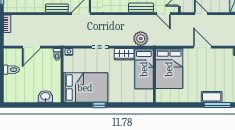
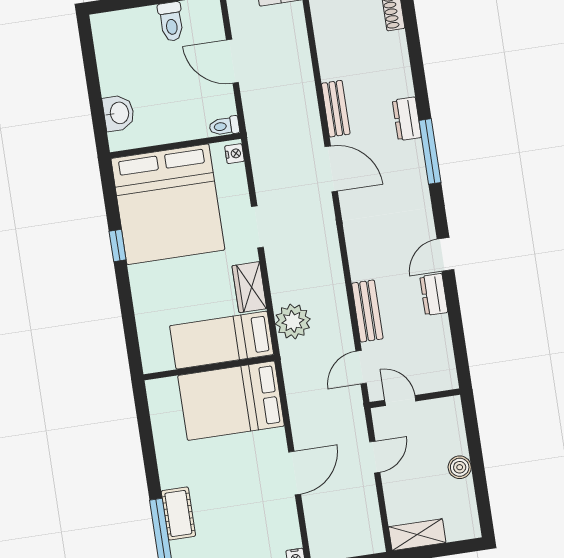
bed: (85, 88) -> (168, 204), width x1.36

